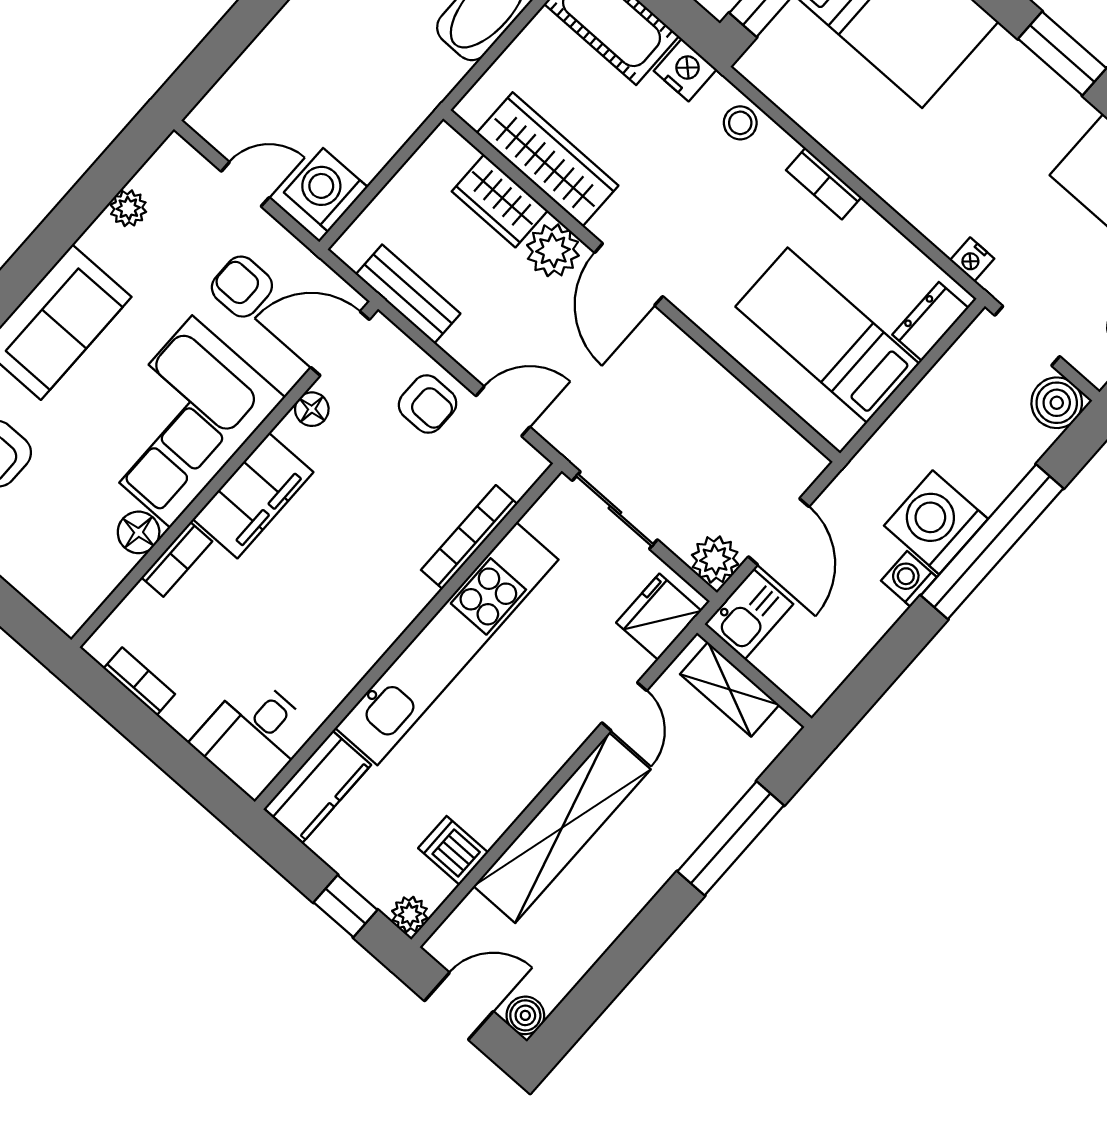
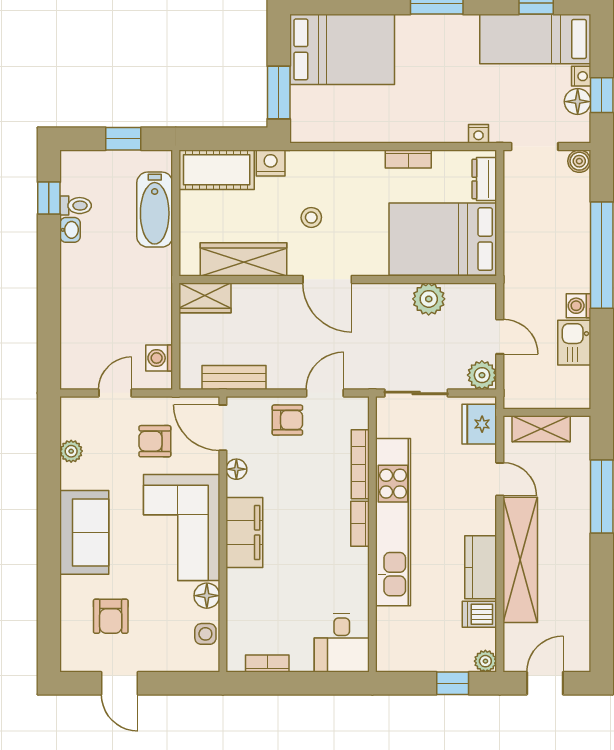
stool: (740, 123) -> (311, 217), moved
bookcase: (824, 184) -> (408, 159), moved
washing machine: (326, 190) -> (159, 358), width x0.73, depth x0.73
wardrobe: (500, 201) -> (205, 298), moved
plant: (553, 250) -> (429, 299), moved
bed: (827, 335) -> (443, 239), width x1.50
door: (340, 343) -> (223, 428), hinge flipped
boiler: (1057, 403) -> (579, 161), width x0.73, depth x0.73
washing machine: (936, 522) -> (568, 269), removed
door: (779, 532) -> (500, 337), width x0.73
bookcase: (177, 559) -> (360, 524), moved, turned 180
side table: (95, 578) -> (205, 634), added
kitchen sink: (749, 614) -> (574, 343), moved, turned 180
kitchen counter: (318, 787) -> (481, 567), moved, turned 180
boiler: (525, 1015) -> (579, 661), removed

